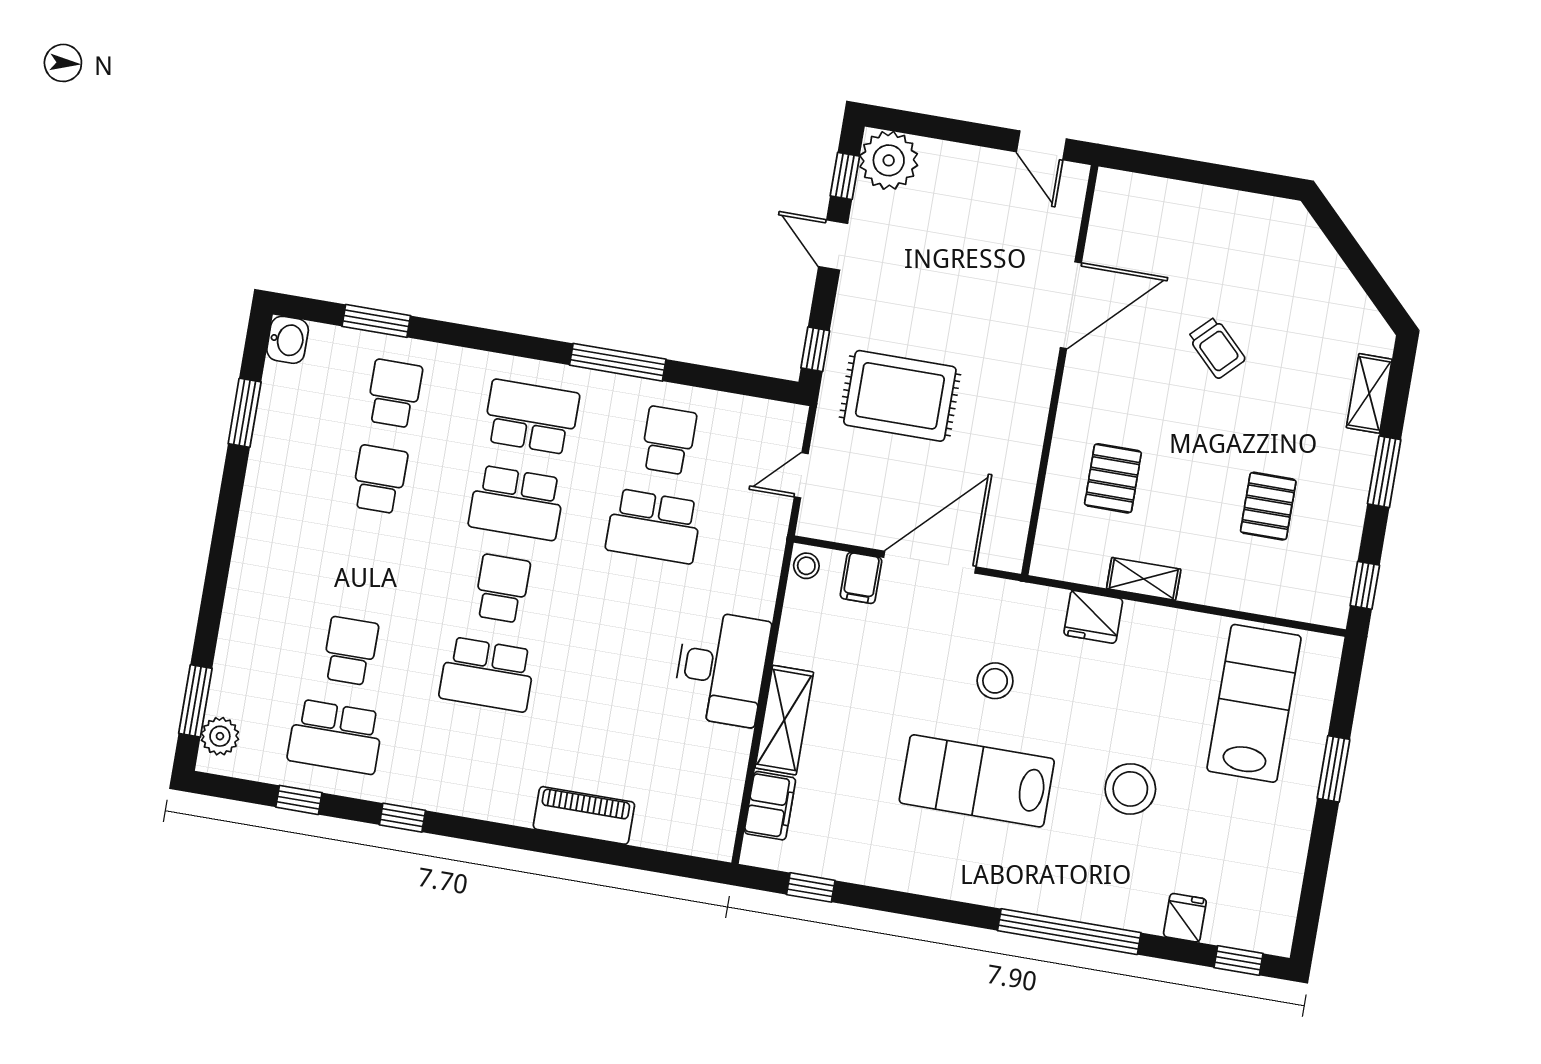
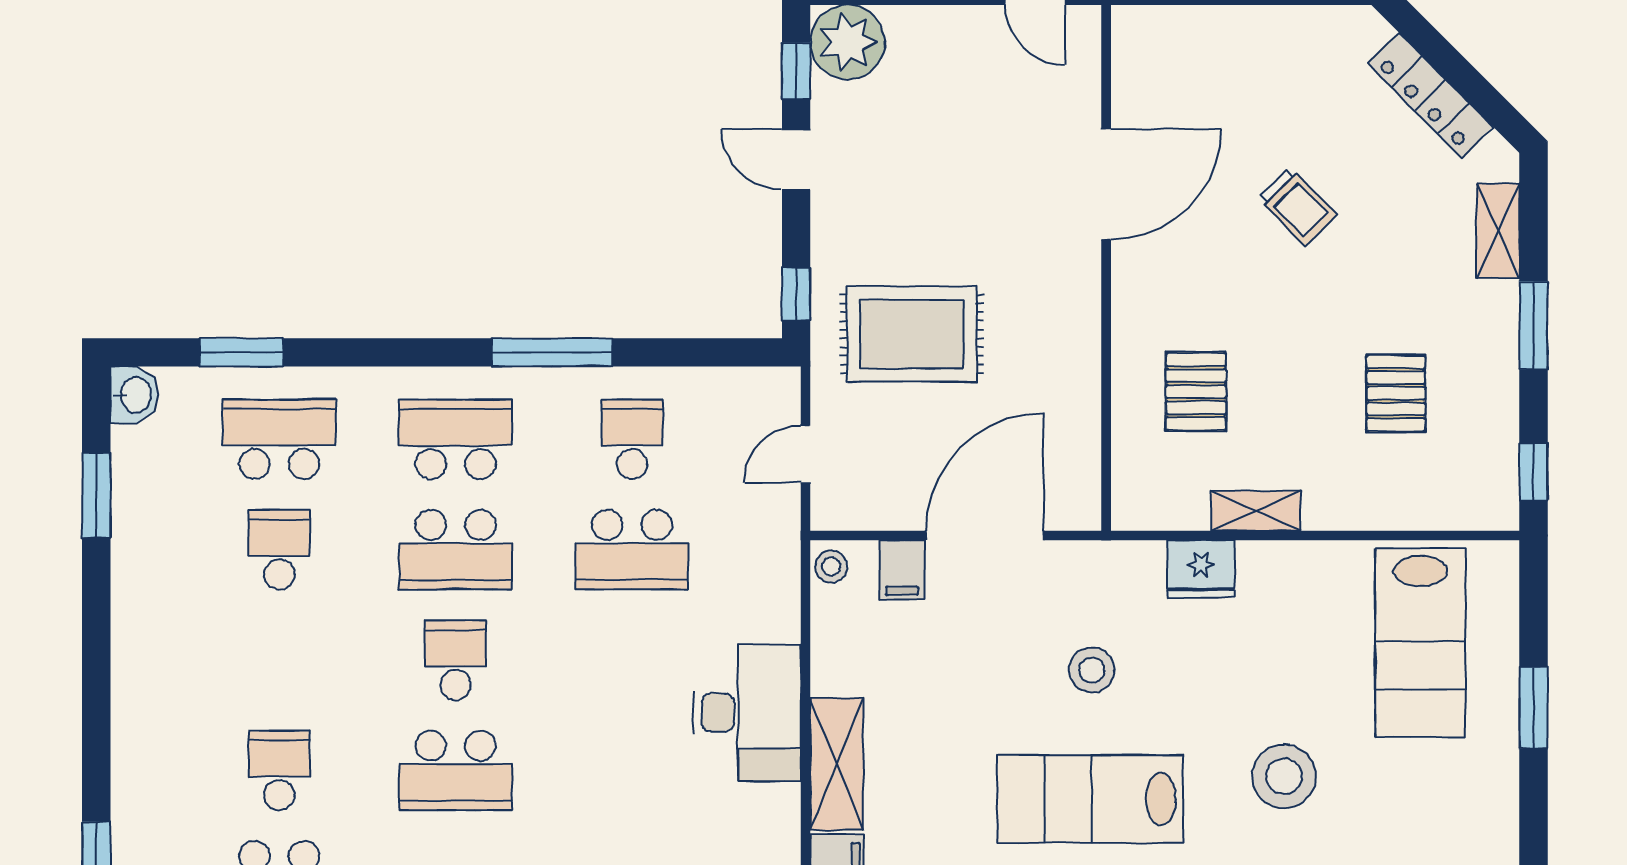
locker: (1335, 279) -> (1431, 95), added
school desk: (394, 394) -> (279, 439), width x1.85
lab bench: (1254, 703) -> (1420, 643), turned 180

